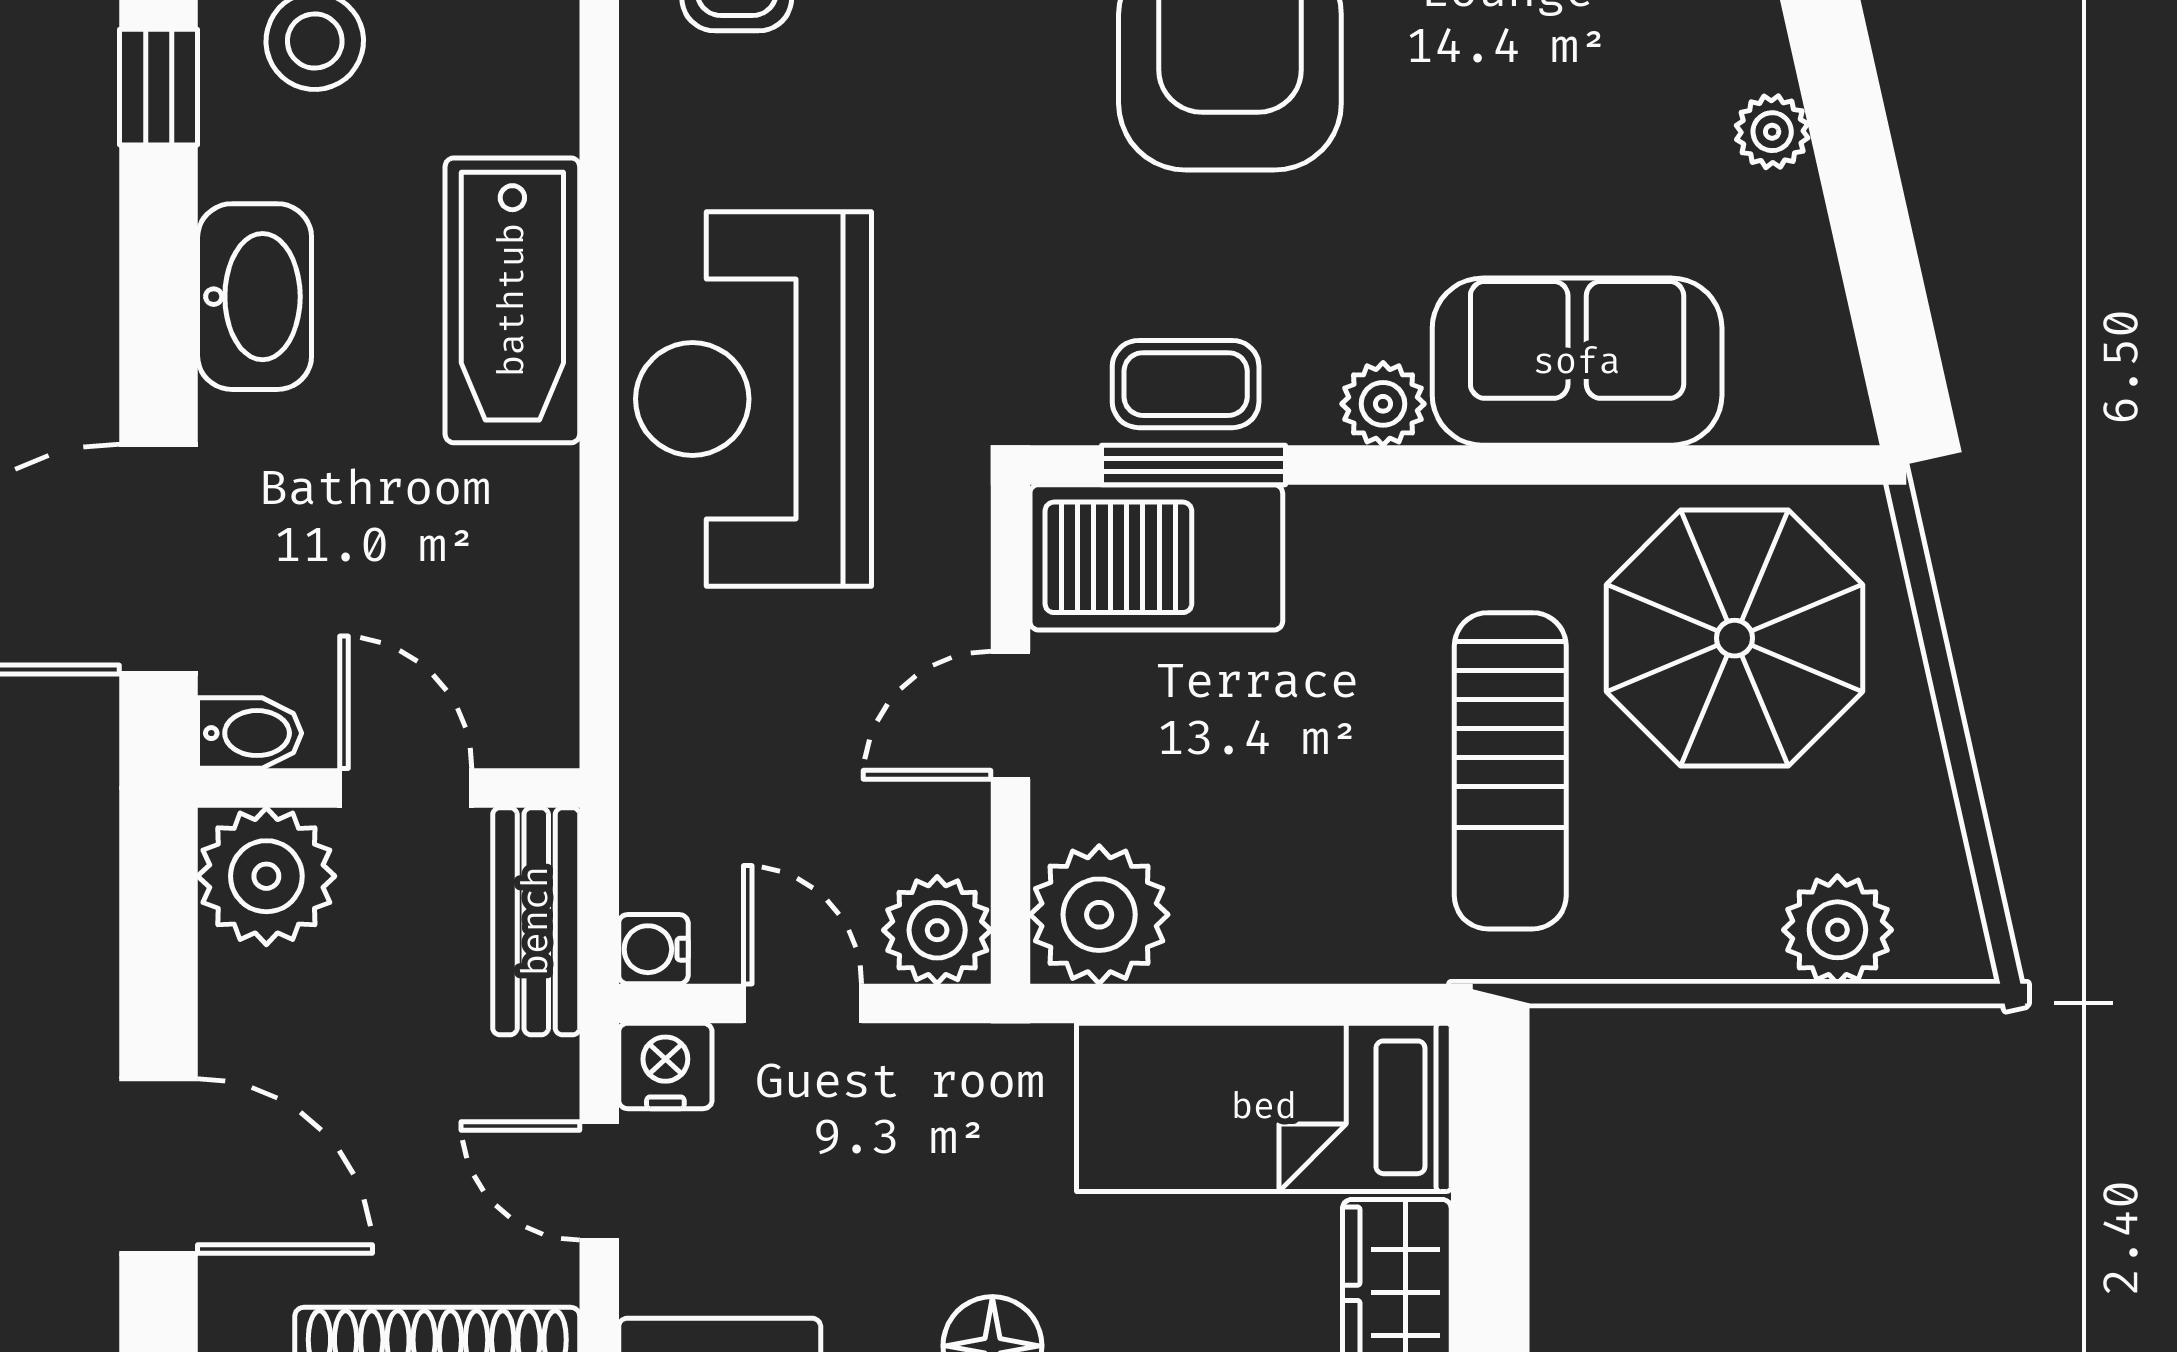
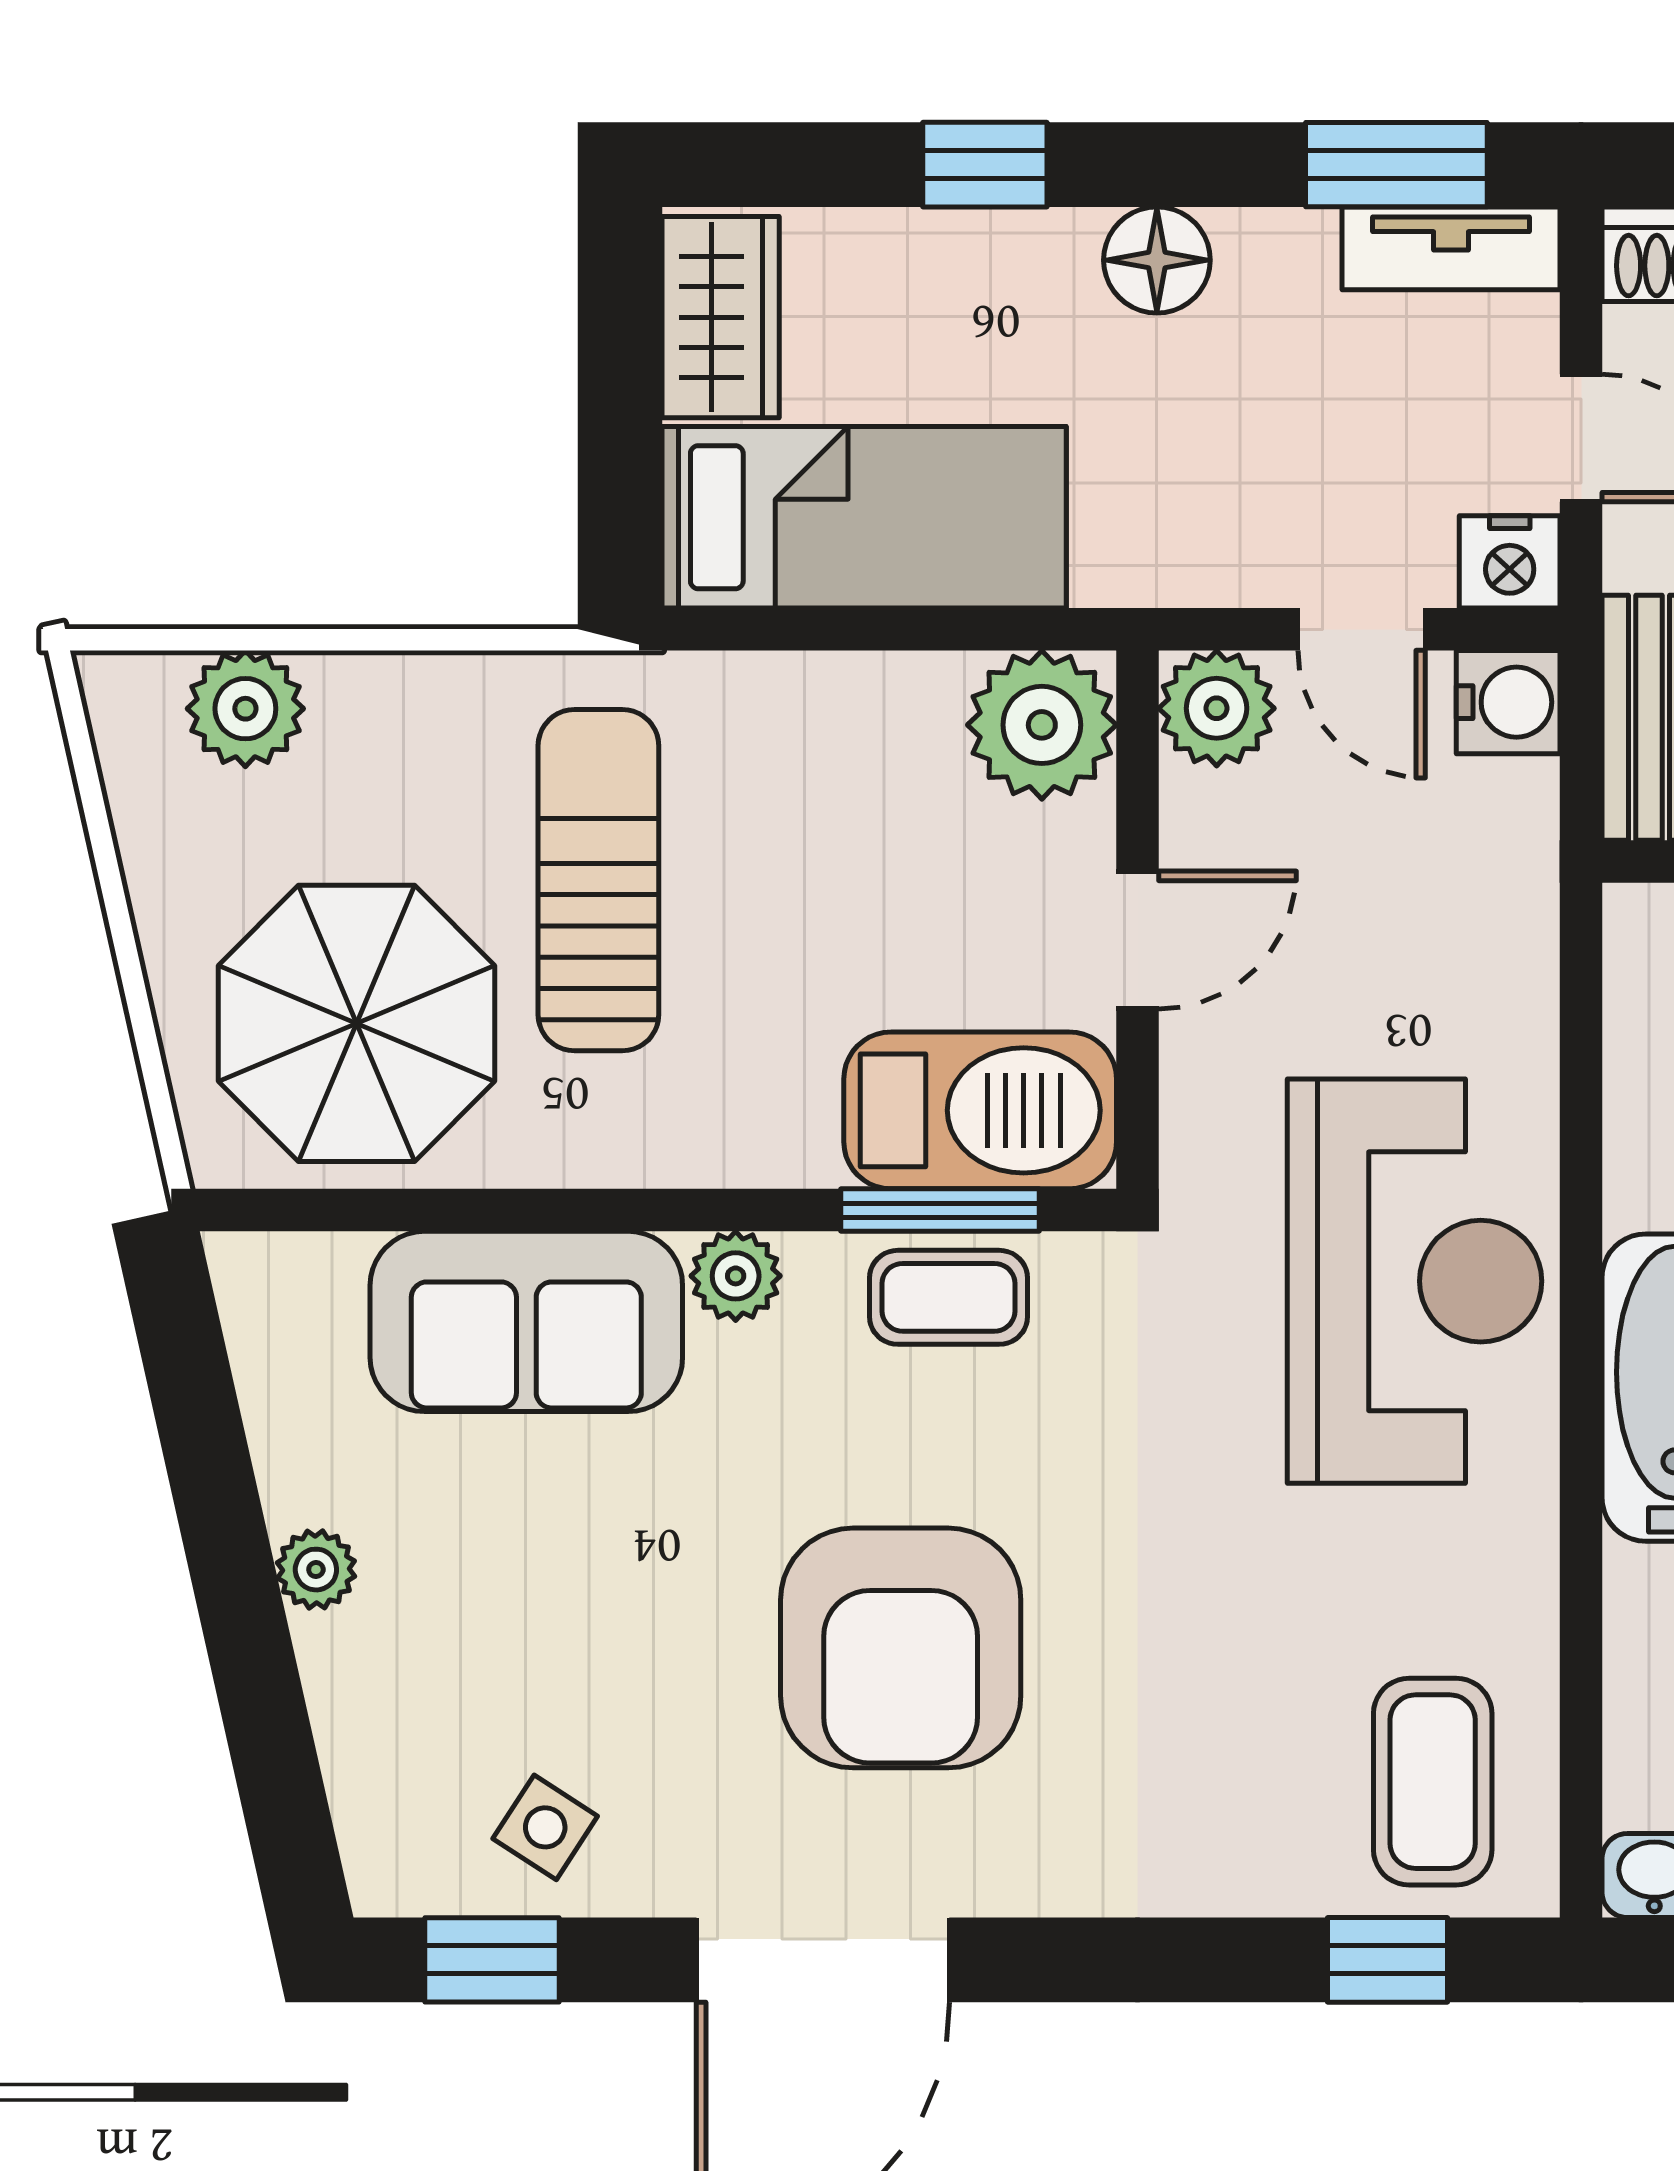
water cooler: (653, 949) -> (1508, 702), width x1.38, depth x1.38

